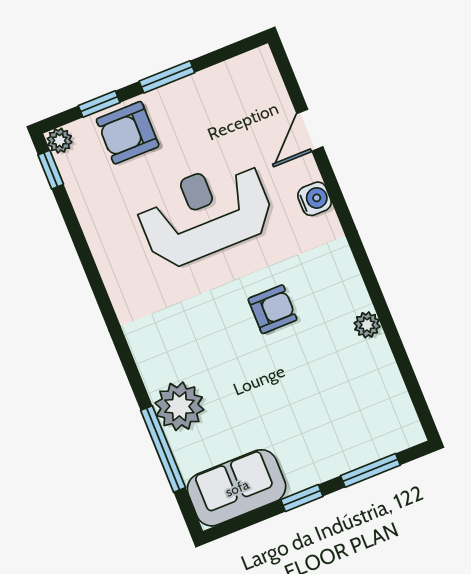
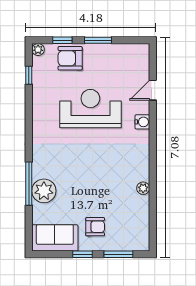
window: (51, 170) -> (29, 75), moved
armchair: (273, 309) -> (95, 227), moved
window: (163, 449) -> (29, 184), moved

